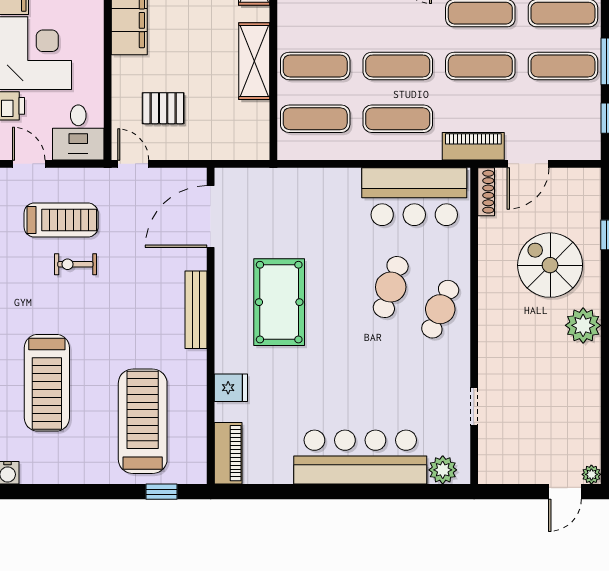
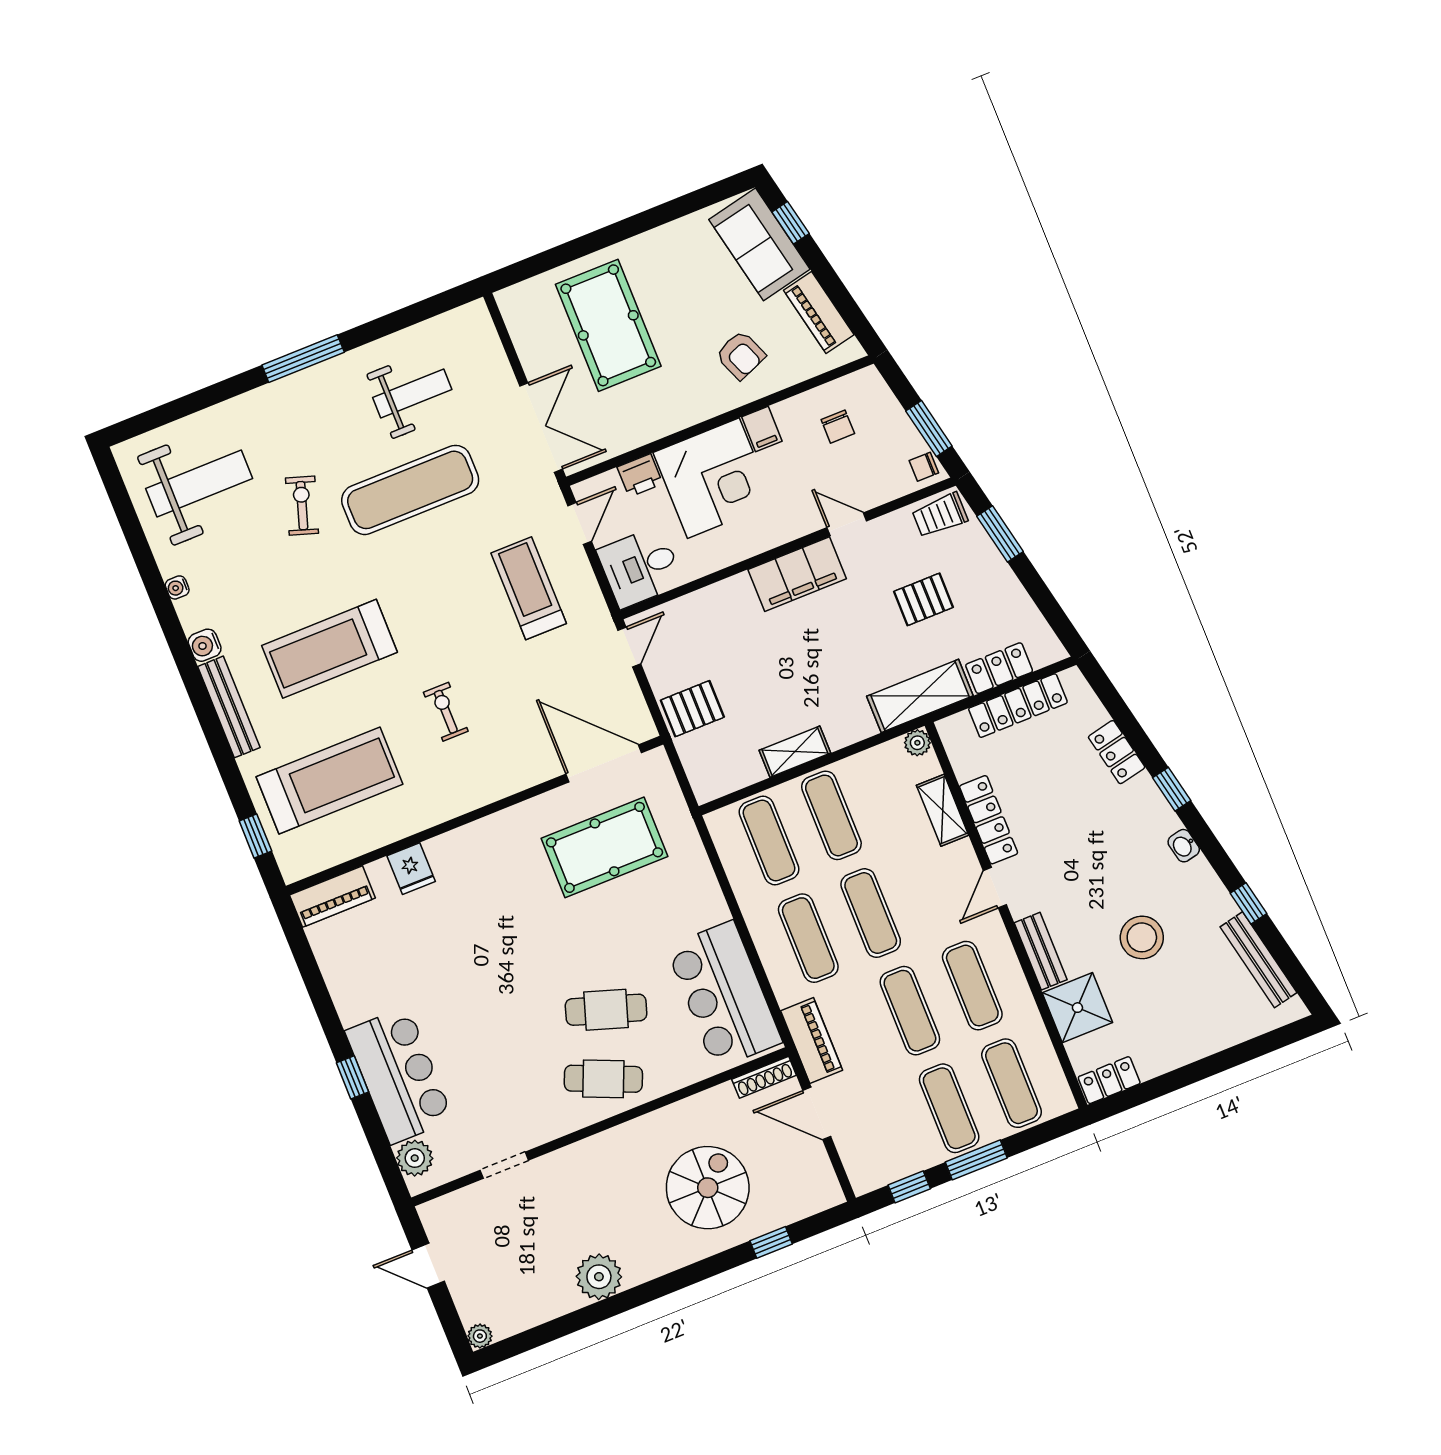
shelving: (254, 61) -> (795, 752), width x0.67, depth x0.75
pallet: (163, 108) -> (692, 709), moved, turned 90
treadmill: (61, 220) -> (529, 588), turned 180
exercise bike: (75, 264) -> (446, 712), moved
pool table: (279, 302) -> (605, 847), moved
bench: (196, 310) -> (229, 707), moved, turned 90
plant: (583, 325) -> (599, 1277), moved
bar counter: (360, 457) -> (399, 1075), width x0.73
window: (366, 492) -> (352, 1077), added
door: (565, 492) -> (428, 1266), moved

